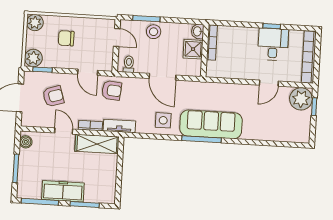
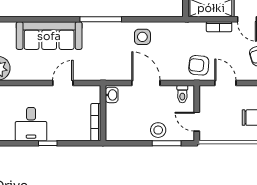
window: (272, 26) -> (48, 143), moved
washbasin: (198, 31) -> (112, 95), moved
shower: (193, 49) -> (115, 114), removed
door: (269, 83) -> (63, 83), moved
sofa: (211, 124) -> (49, 36), moved
tv unit: (119, 126) -> (188, 28), removed

